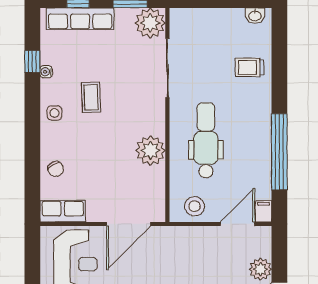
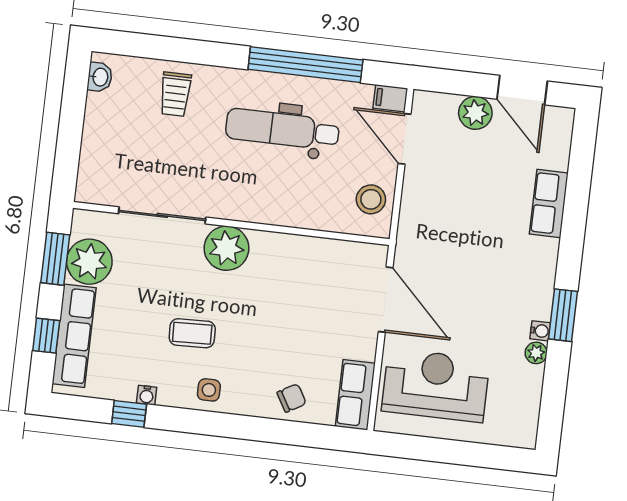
plant: (150, 23) -> (89, 262), moved
dental chair: (206, 140) -> (282, 129), moved
plant: (151, 151) -> (226, 248), moved

